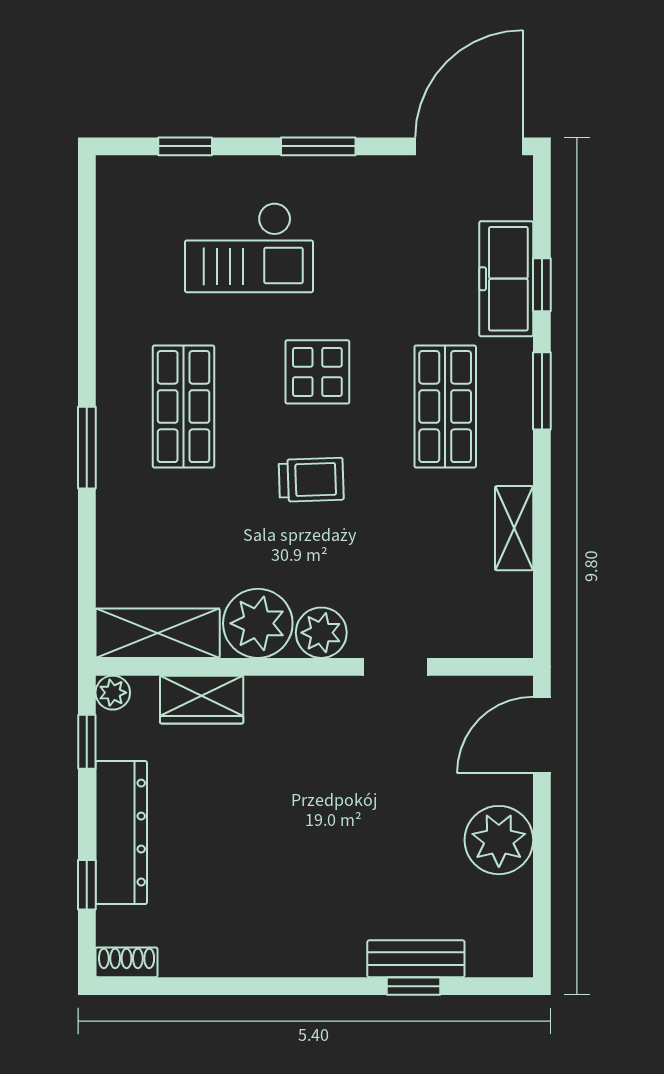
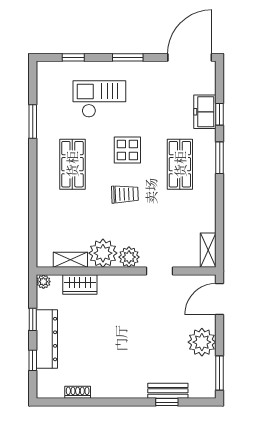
checkout: (249, 248) -> (99, 99), turned 180
freezer: (506, 279) -> (205, 112), width x0.71
window: (87, 448) -> (33, 122), moved
shelving: (514, 528) -> (208, 250), moved
shelving: (158, 633) -> (70, 260), width x0.67, depth x0.75
window: (87, 742) -> (33, 319), moved
window: (542, 915) -> (220, 373), added
shoe rack: (127, 962) -> (78, 392), moved

